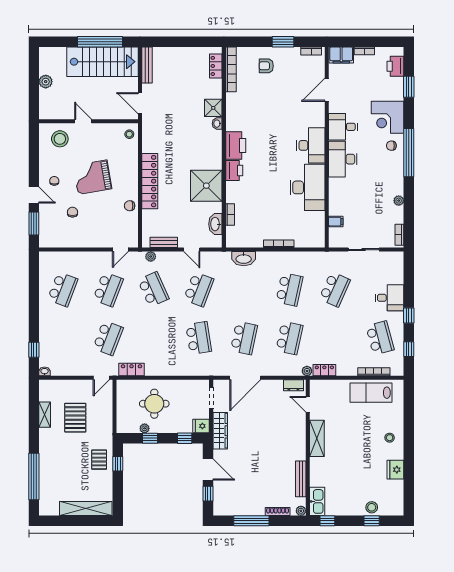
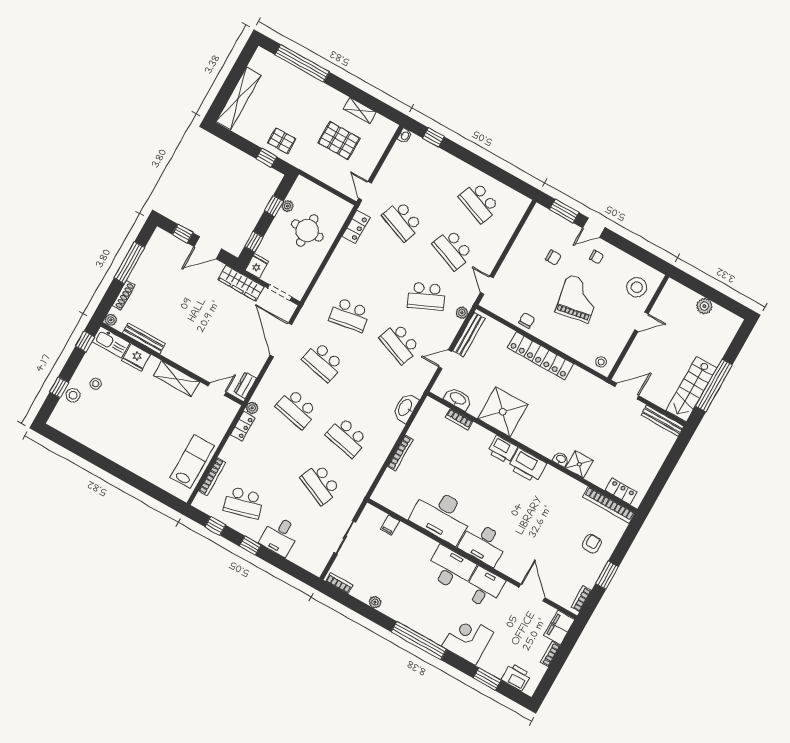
stairs: (102, 62) -> (691, 389), width x0.73, depth x0.66
chair: (391, 146) -> (436, 627), removed
bench: (164, 242) -> (469, 335), width x1.36
stool: (390, 438) -> (96, 384), moved
fridge: (395, 470) -> (136, 357), moved, turned 180

